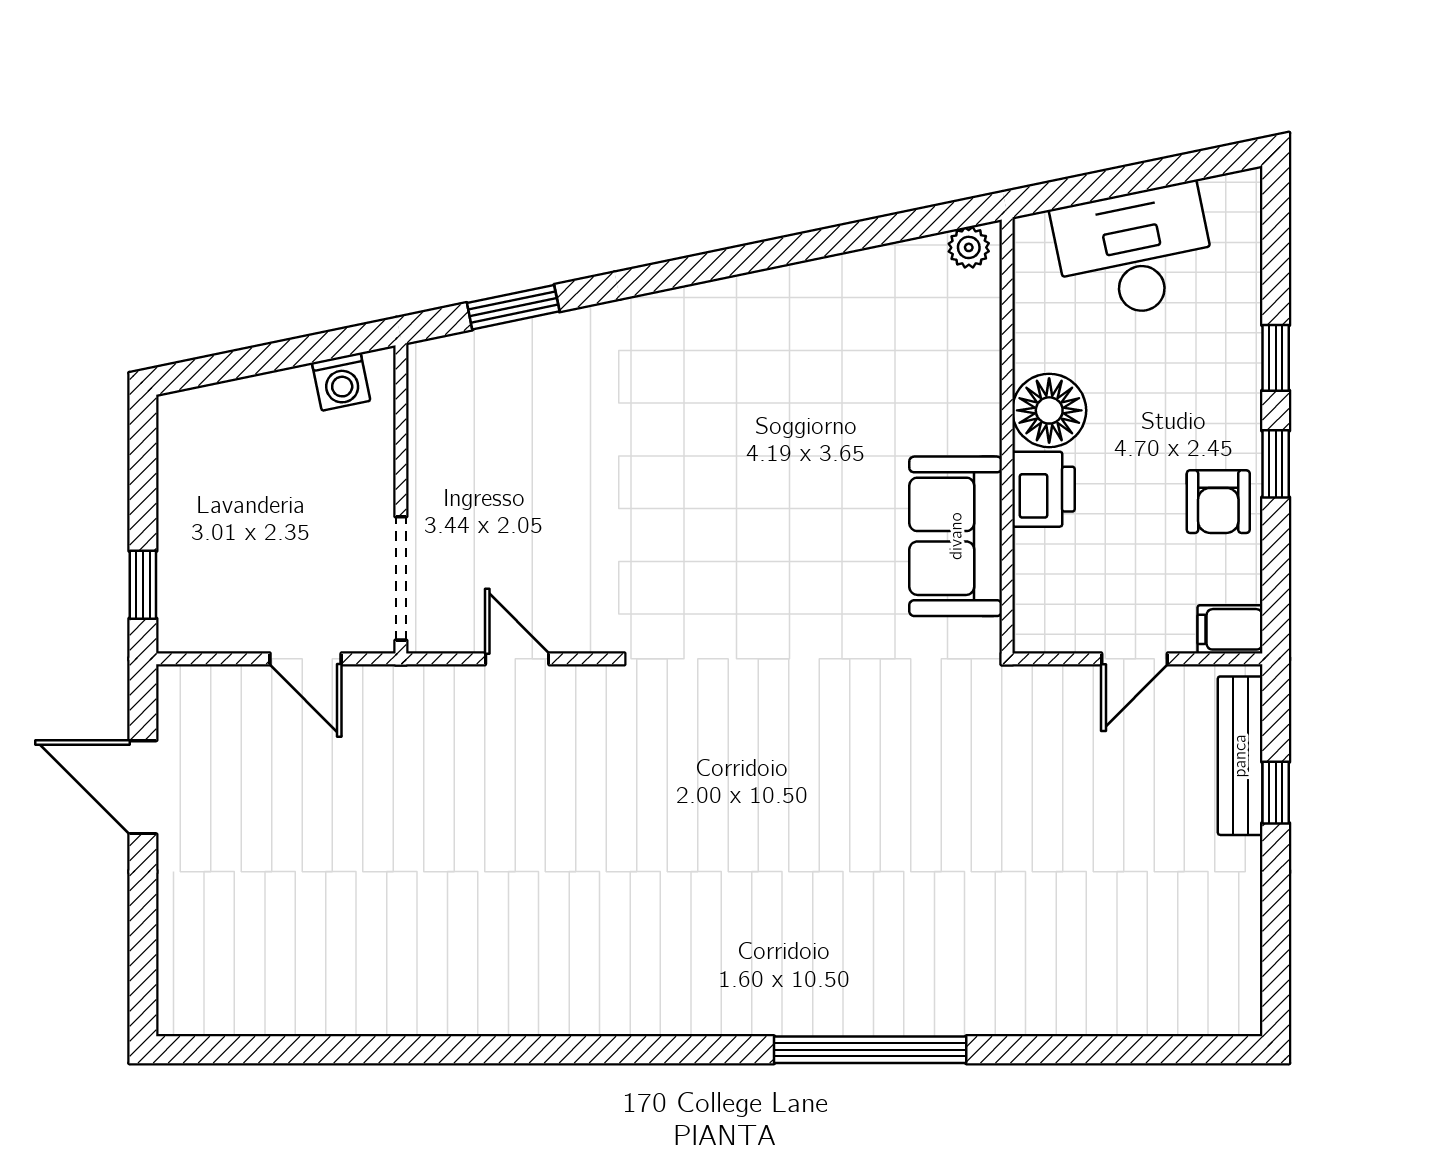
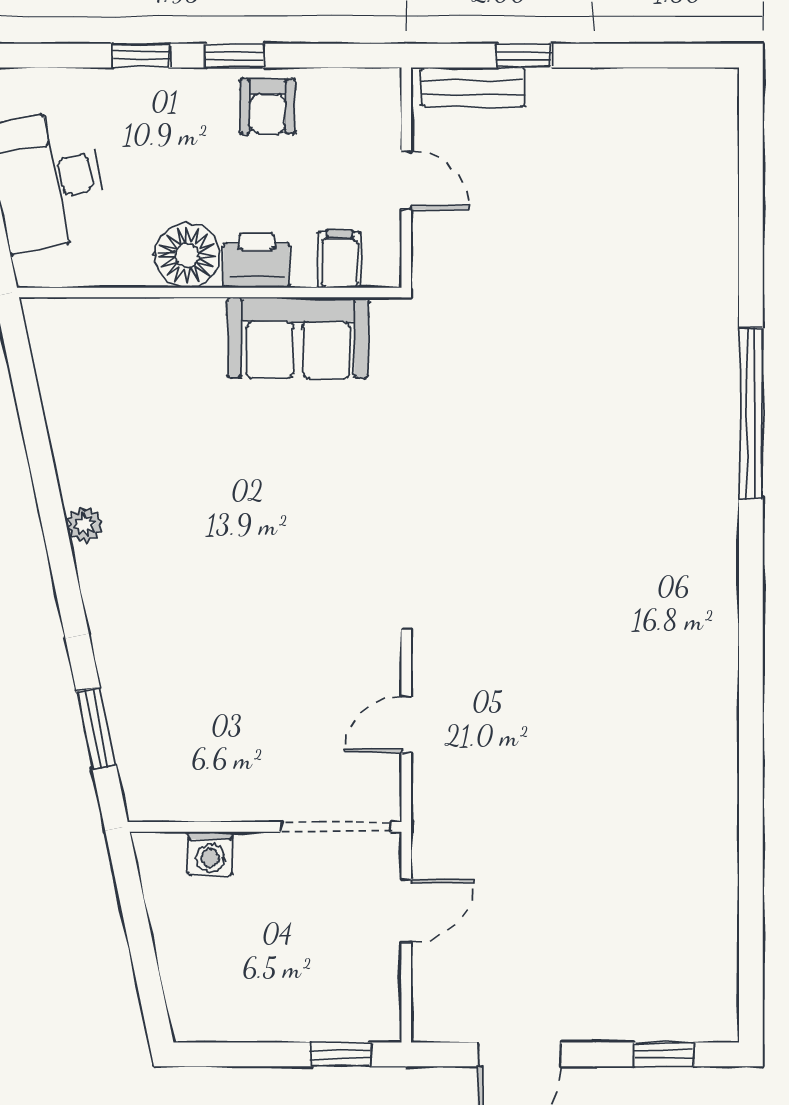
plant: (969, 247) -> (85, 525), moved
washing machine: (341, 382) -> (210, 853), moved, turned 102
armchair: (1218, 502) -> (268, 106), turned 90
filing cabinet: (1230, 629) -> (340, 259), moved, turned 180
bench: (1240, 756) -> (473, 87), width x0.73
window: (143, 951) -> (664, 1054), added

